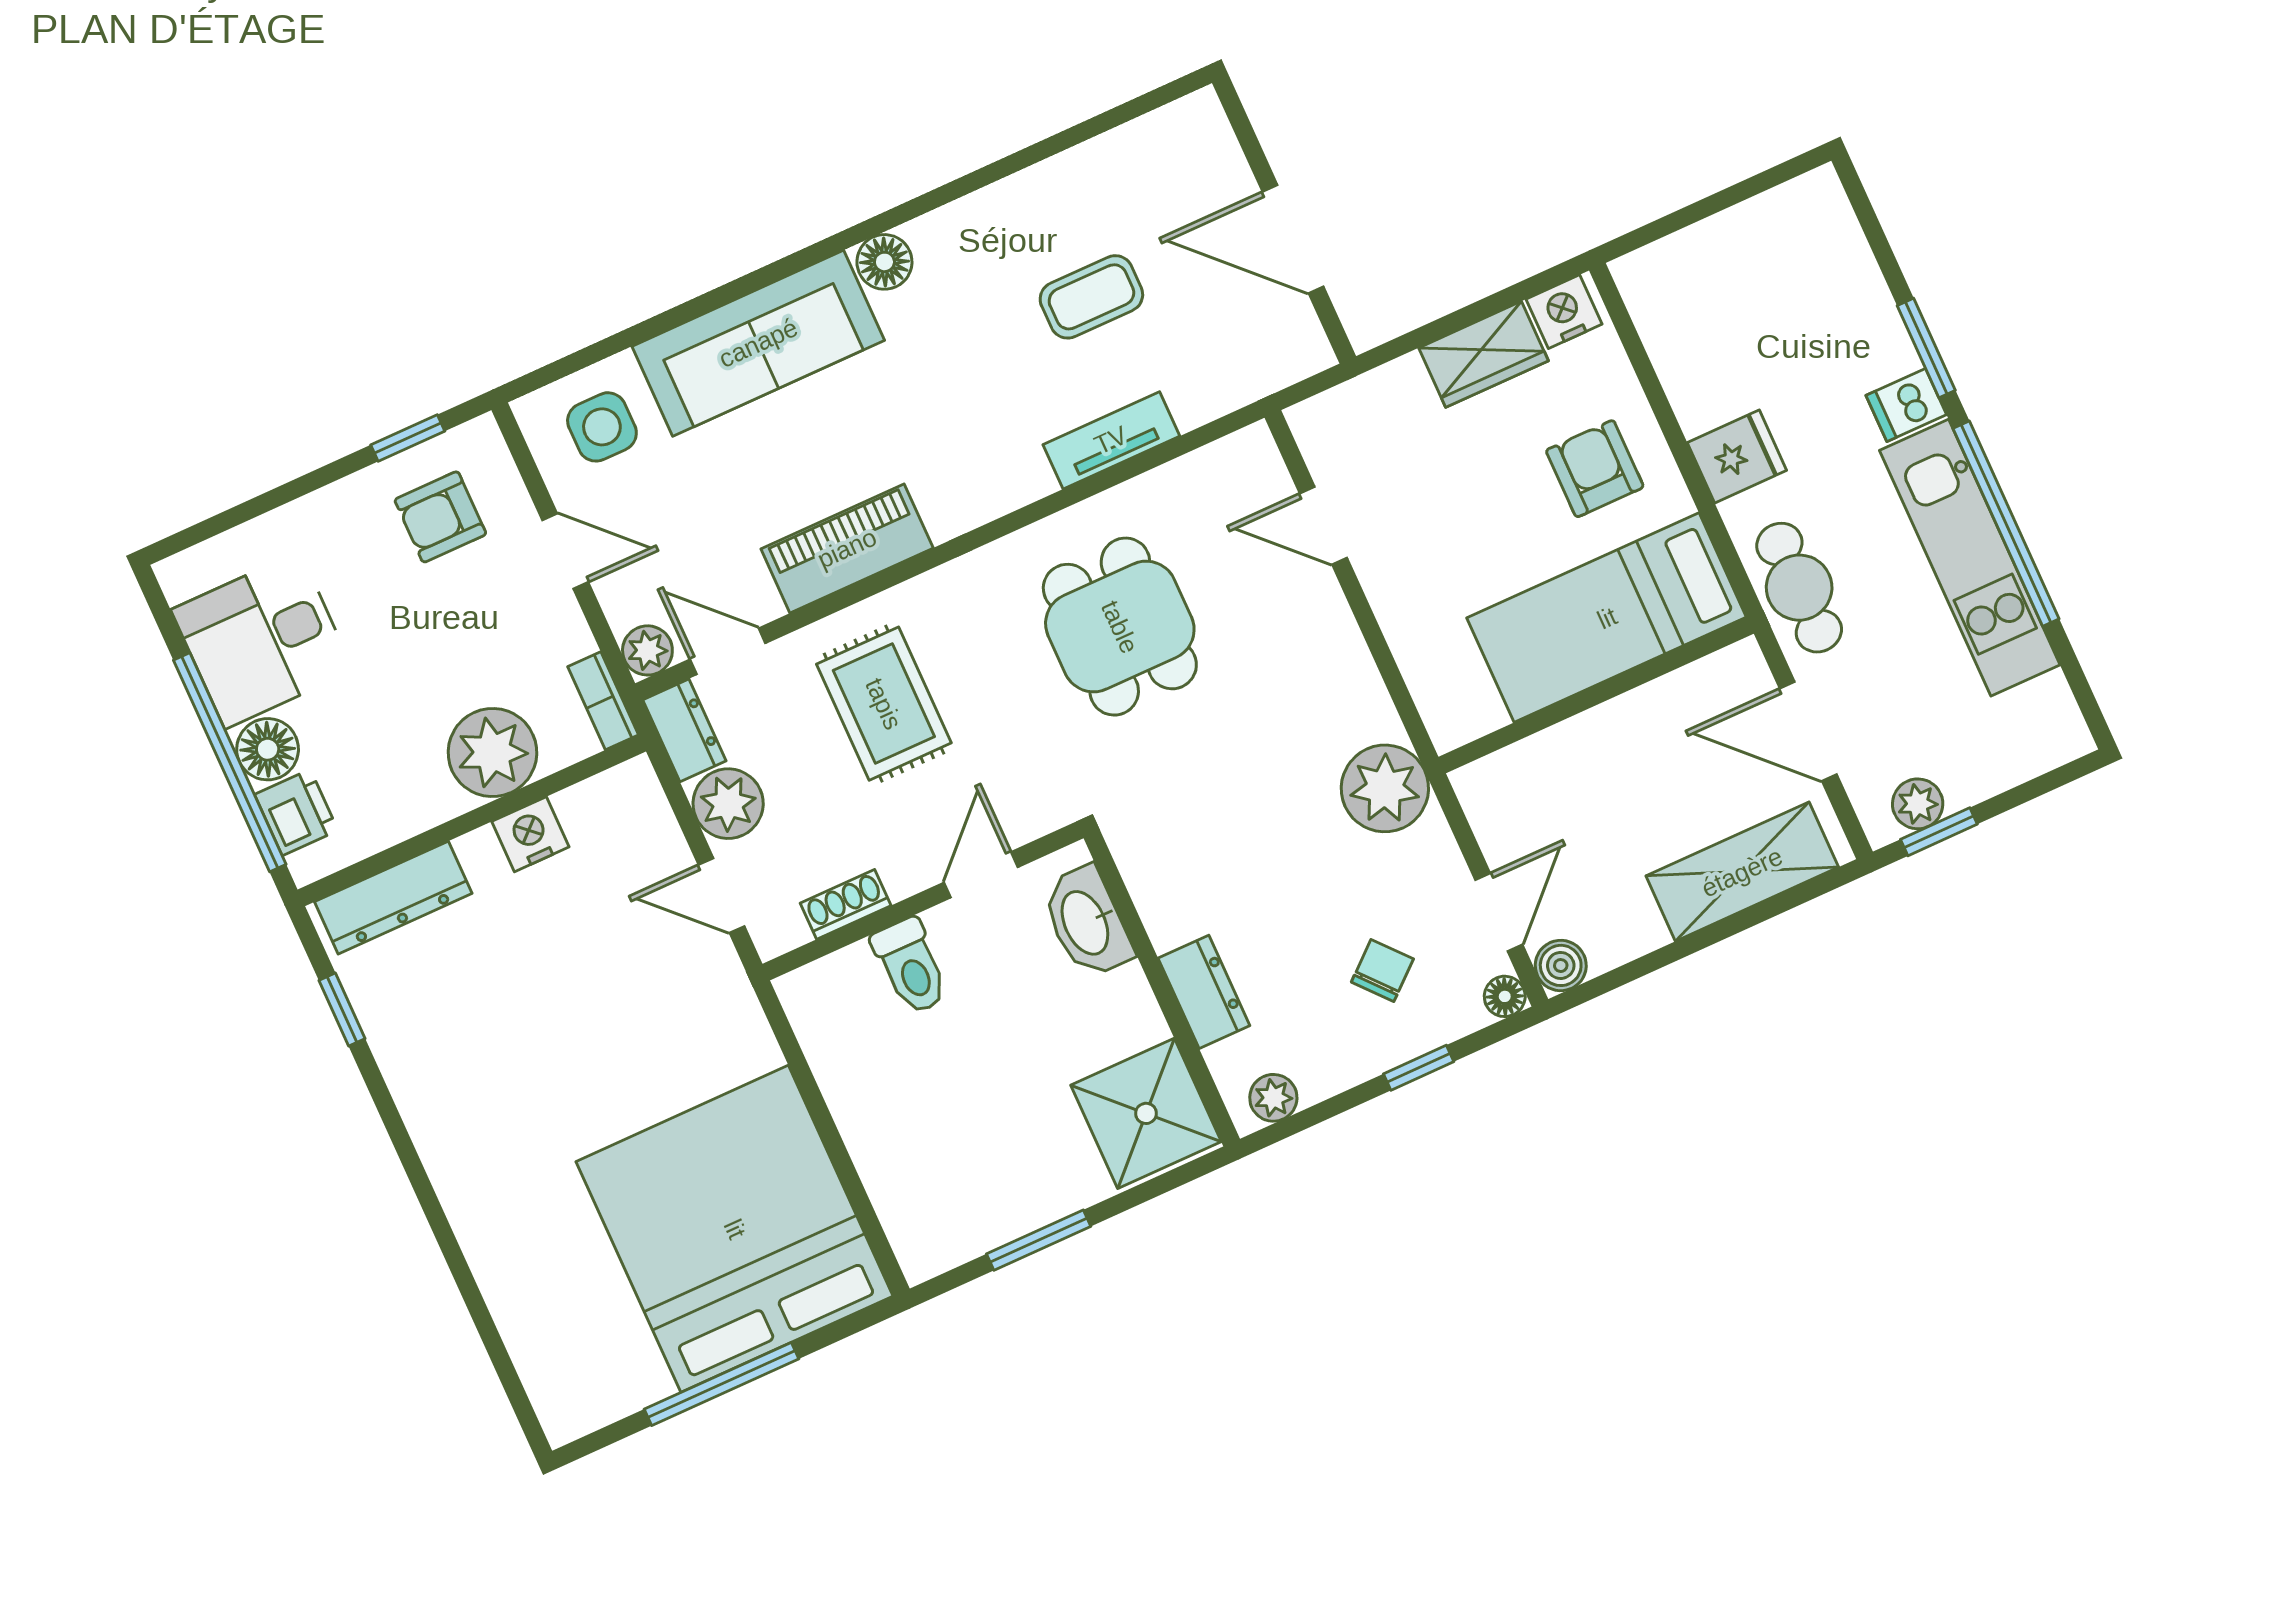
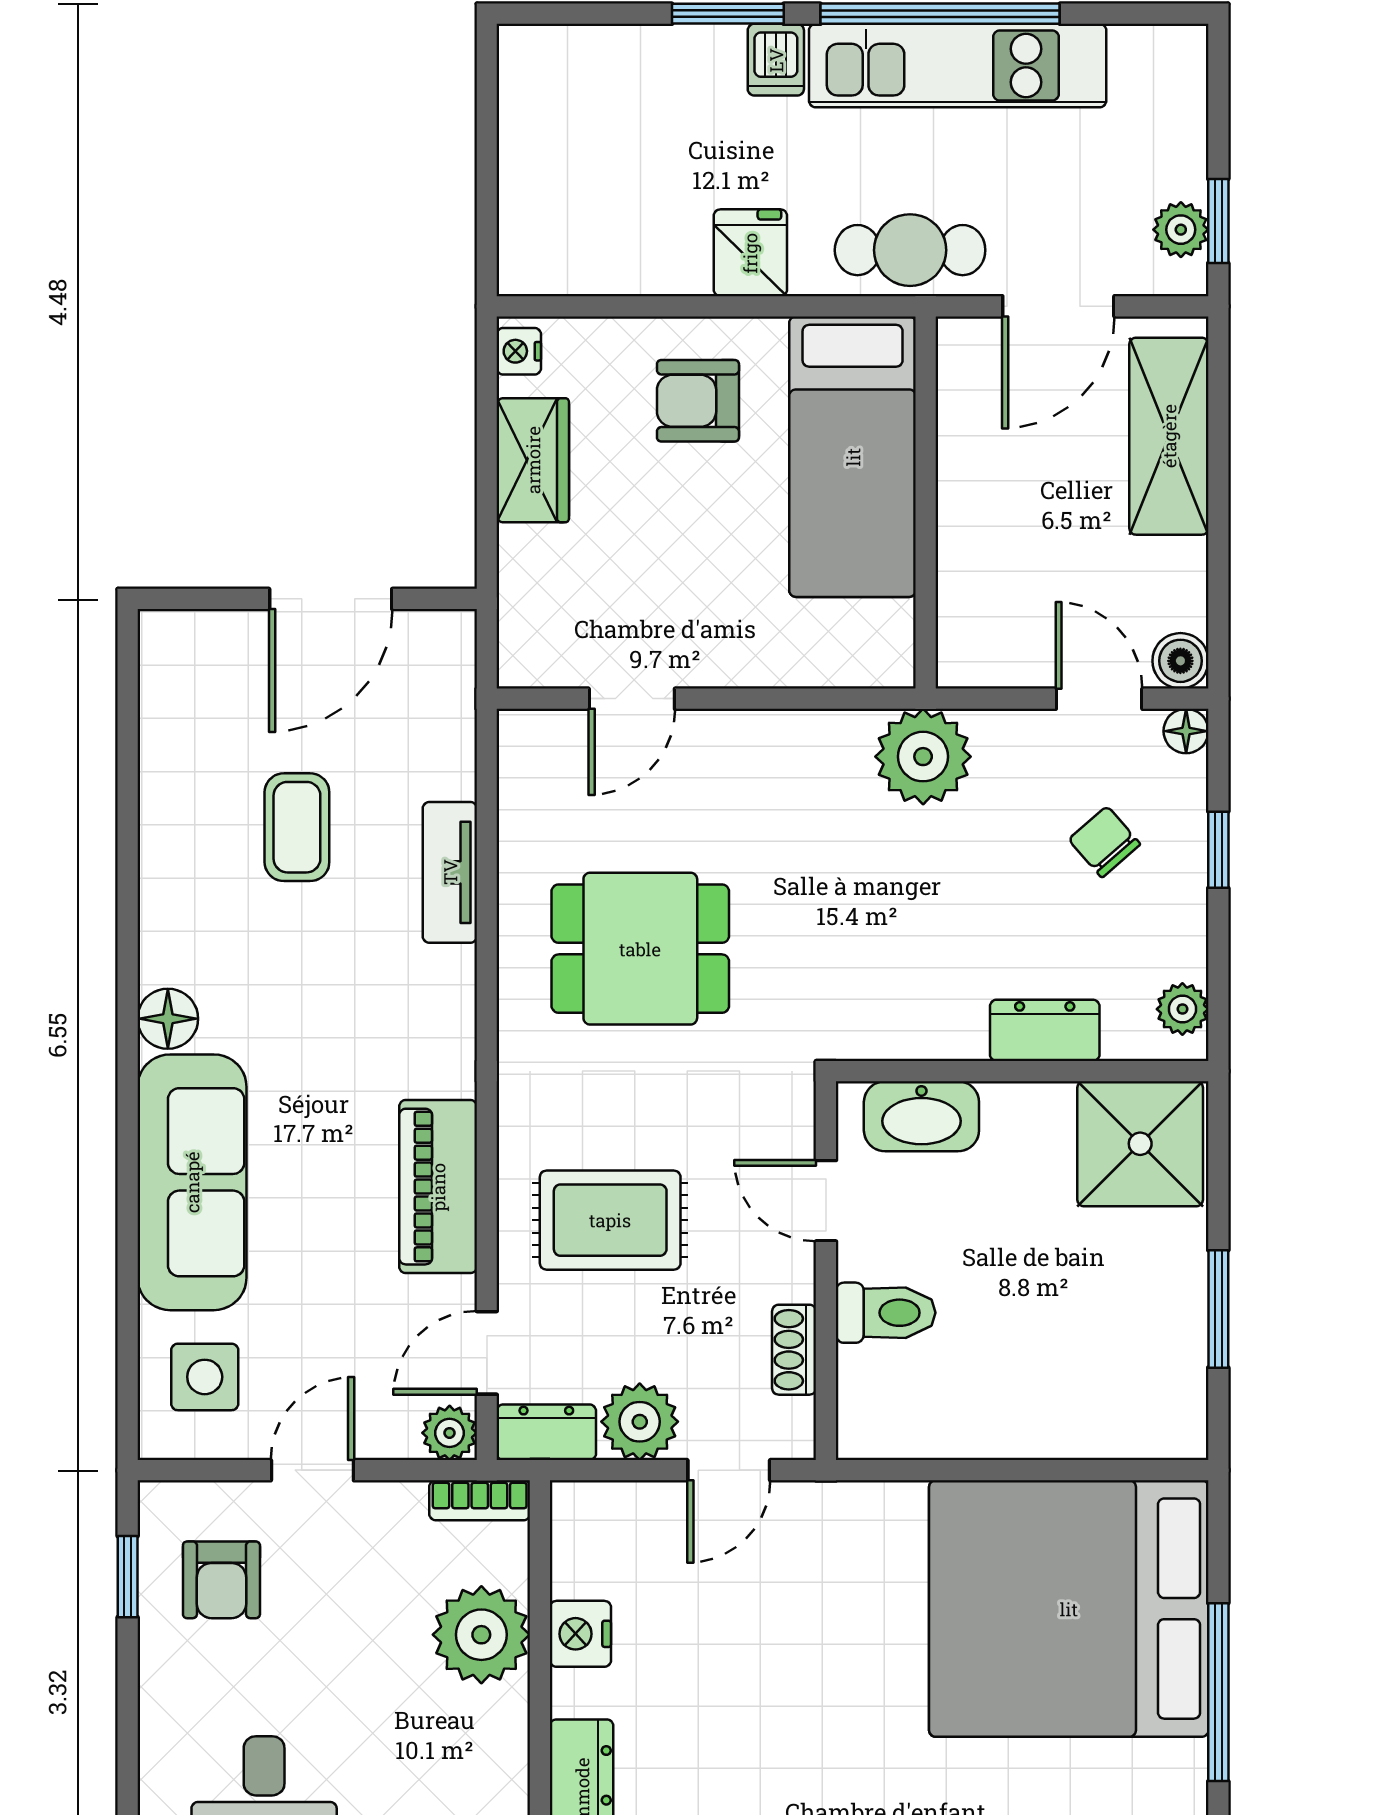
nightstand: (1564, 312) -> (519, 351), width x0.72, depth x0.74

